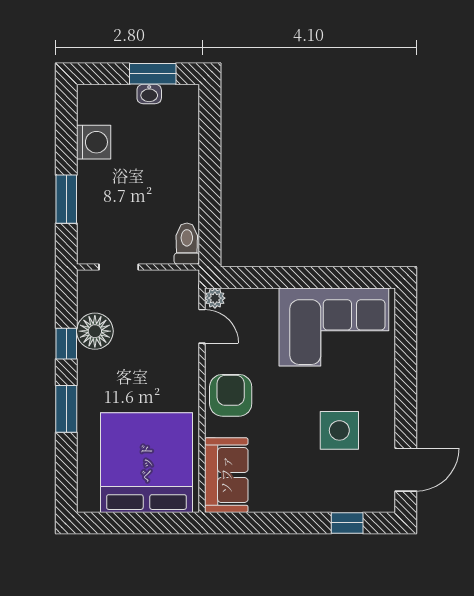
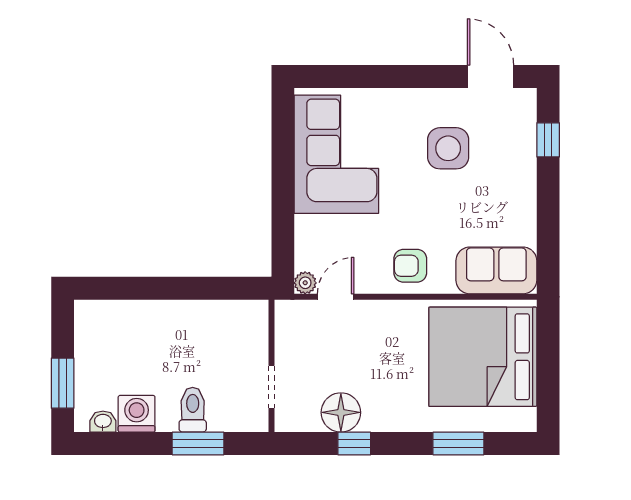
window: (153, 74) -> (63, 383), moved
washbasin: (149, 94) -> (103, 422), moved, turned -90
toilet: (187, 244) -> (193, 410), moved, turned 90
armchair: (231, 395) -> (410, 266), width x0.72, depth x0.72
window: (66, 409) -> (458, 443), moved

